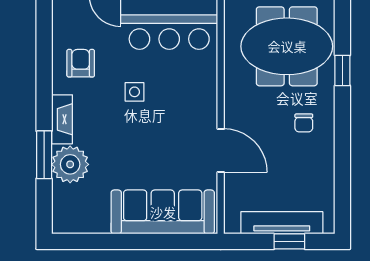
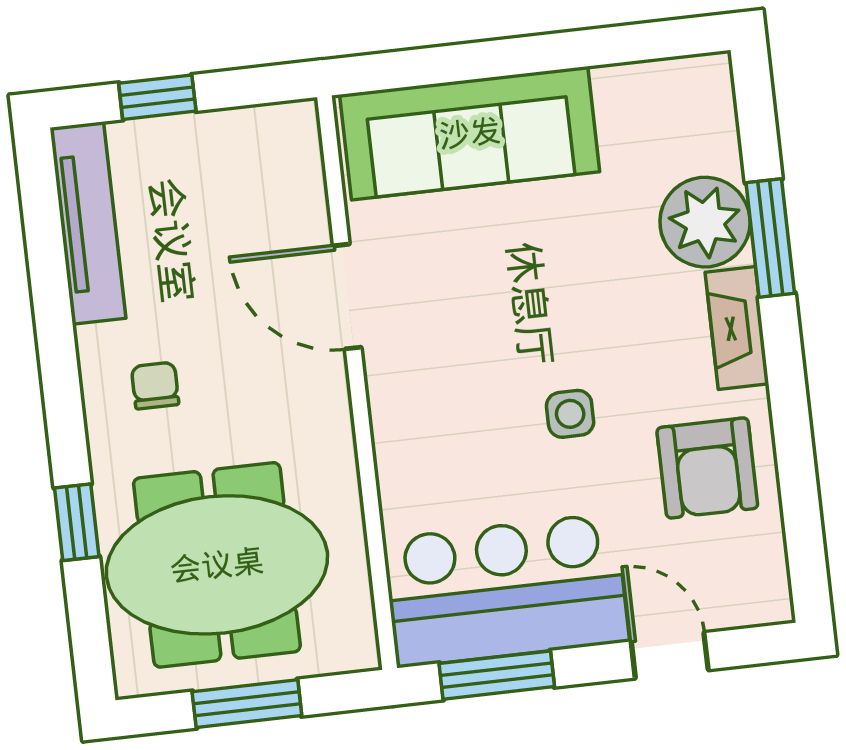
armchair: (81, 63) -> (707, 468), width x1.38, depth x1.38
tv unit: (282, 223) -> (88, 223), moved, turned -90

